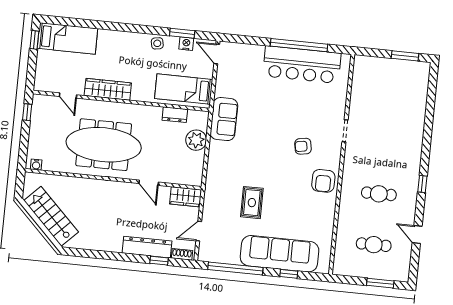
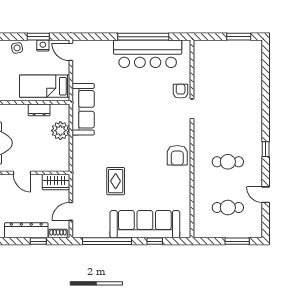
sofa: (224, 119) -> (83, 109), width x1.36
armchair: (303, 146) -> (181, 91), moved, turned 99

